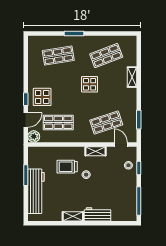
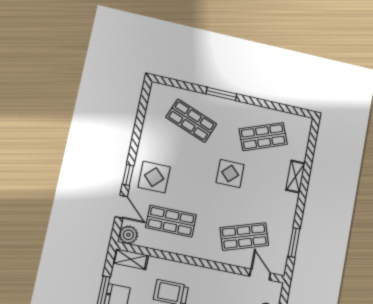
shop shelf: (58, 56) -> (191, 121), turned 30
door: (26, 120) -> (121, 207), hinge flipped
shelving: (95, 151) -> (131, 259), moved

